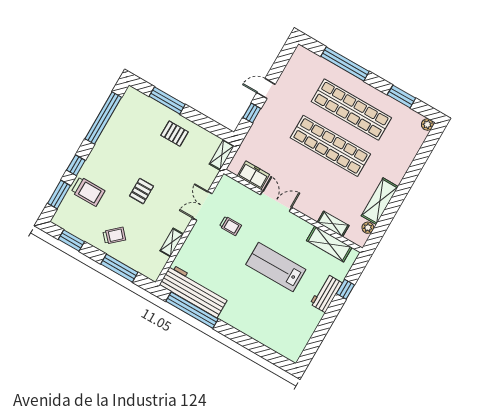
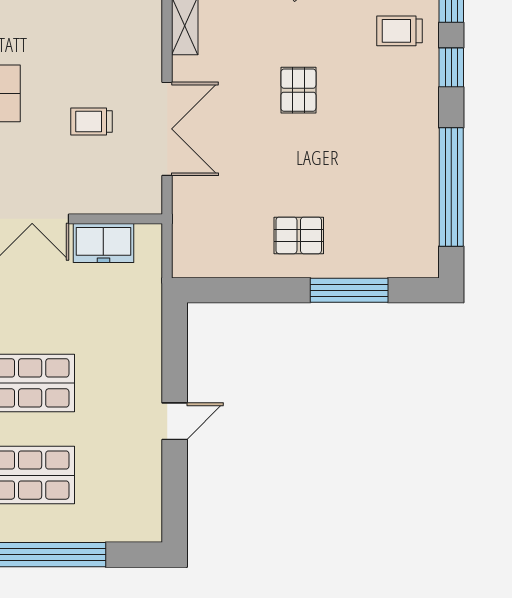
window: (252, 113) -> (175, 359), removed
shelving: (222, 155) -> (186, 247), removed
trolley: (88, 191) -> (400, 31), width x0.73, depth x0.72
double door: (202, 206) -> (167, 129), width x1.37

